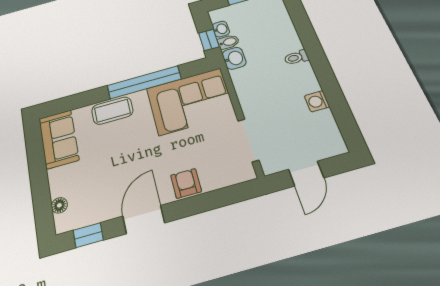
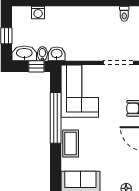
washbasin: (221, 29) -> (24, 53), width x1.91, depth x1.45
toilet: (296, 57) -> (124, 14), moved
washing machine: (317, 101) -> (38, 13), moved

